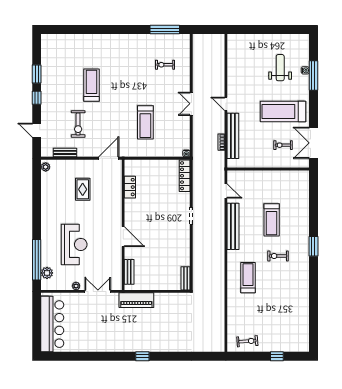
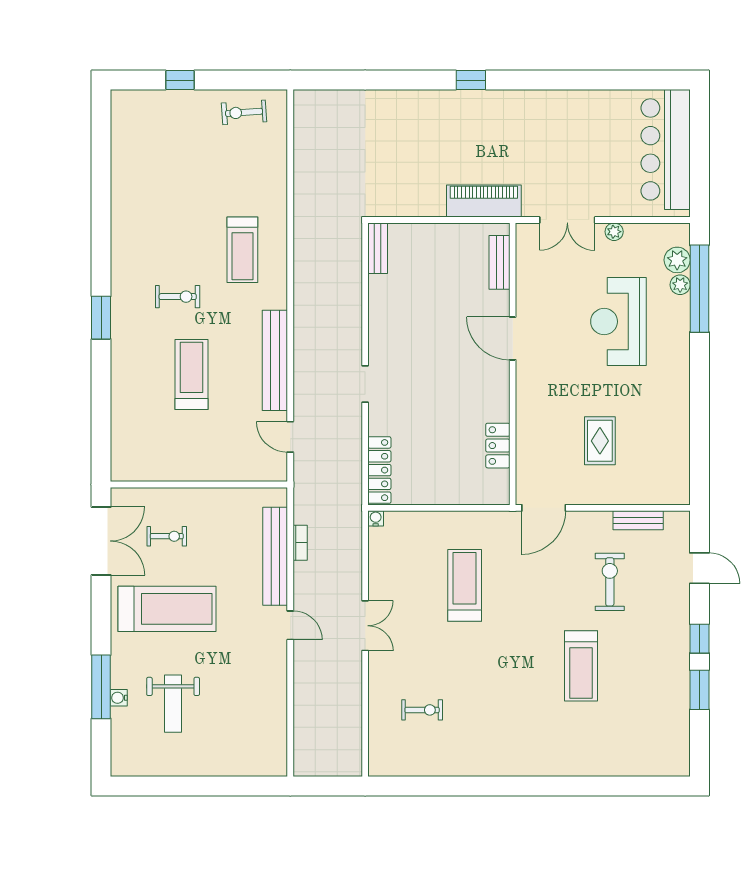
window: (165, 30) -> (422, 786), removed
plant: (46, 167) -> (680, 285), moved

